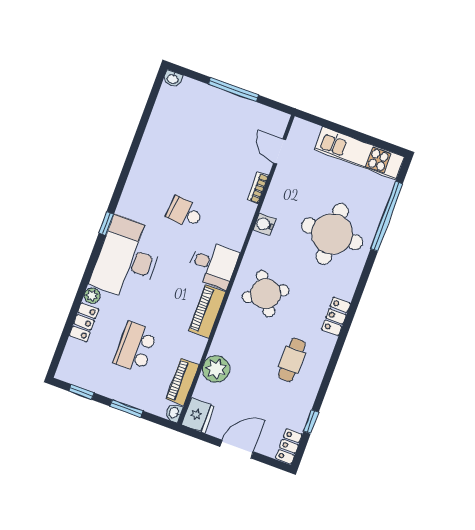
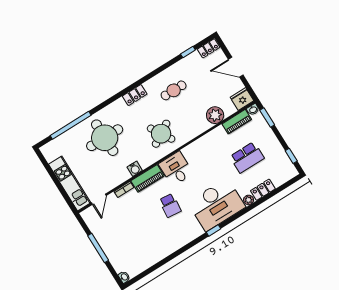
kitchen unit: (359, 153) -> (70, 183), moved
piano: (207, 311) -> (148, 178), moved
window: (126, 408) -> (267, 117), moved

